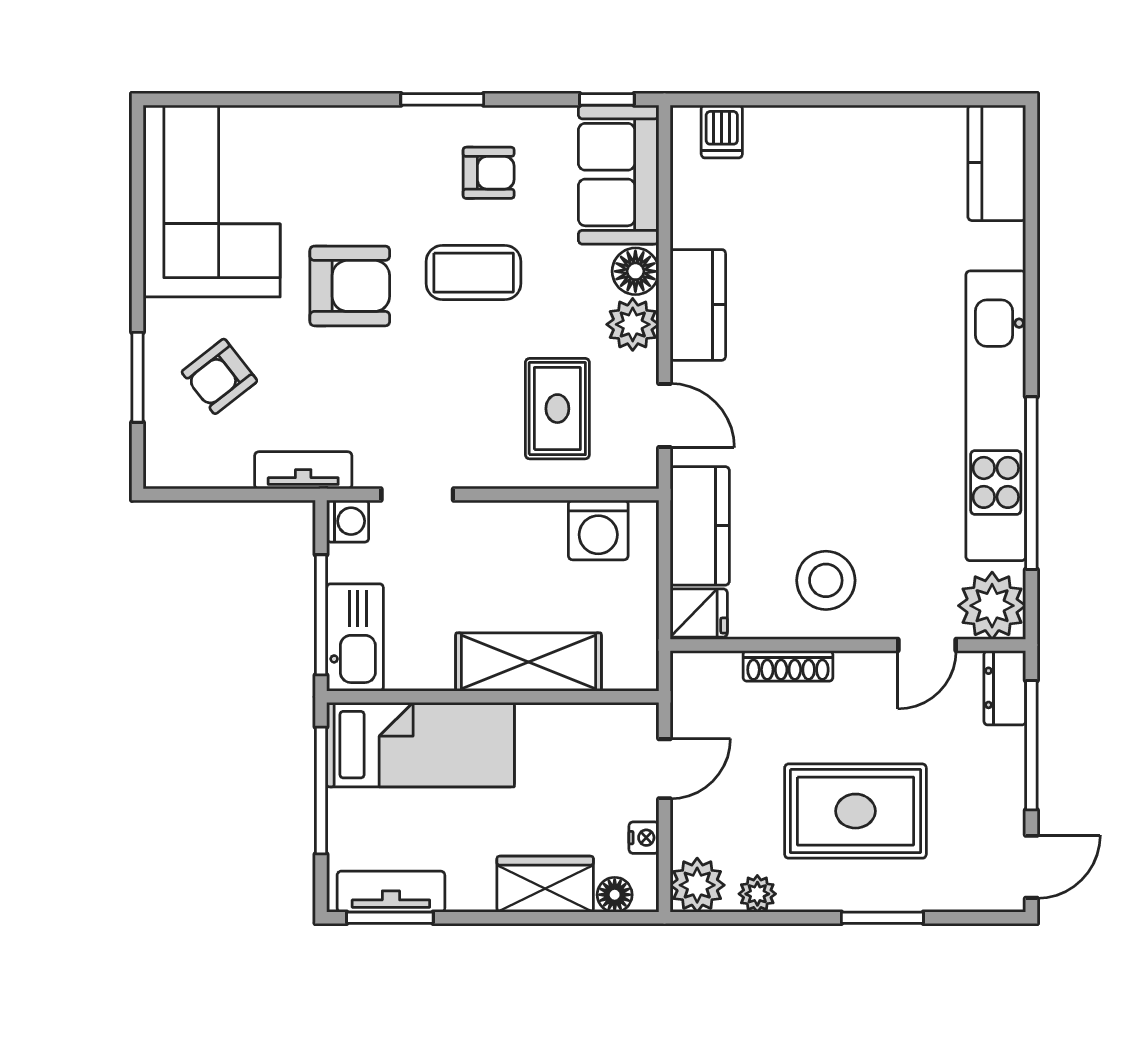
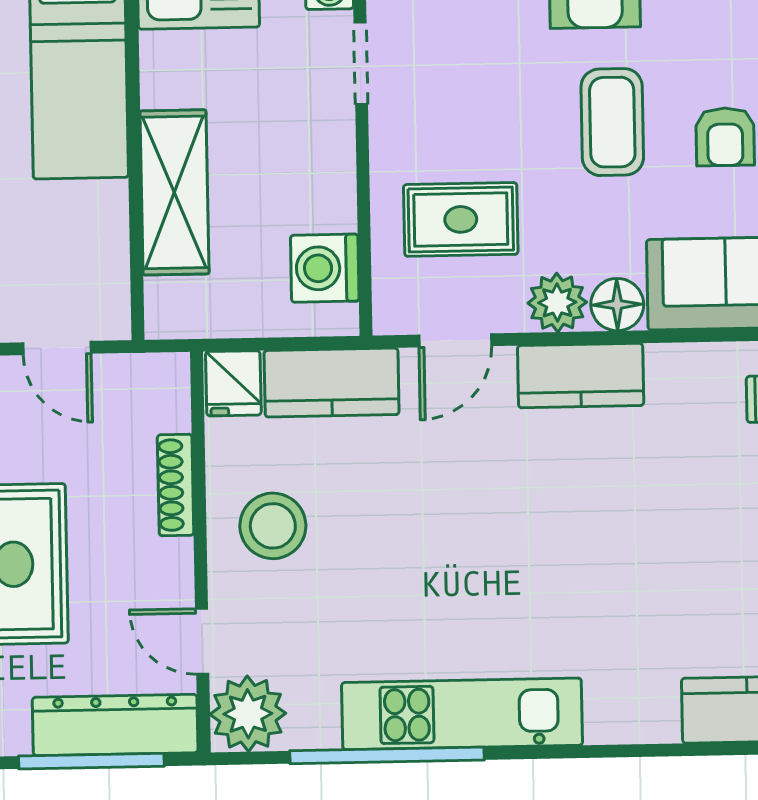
kitchen unit: (996, 416) -> (462, 714), width x0.73
dresser: (1005, 688) -> (115, 725), width x1.96, depth x1.24

